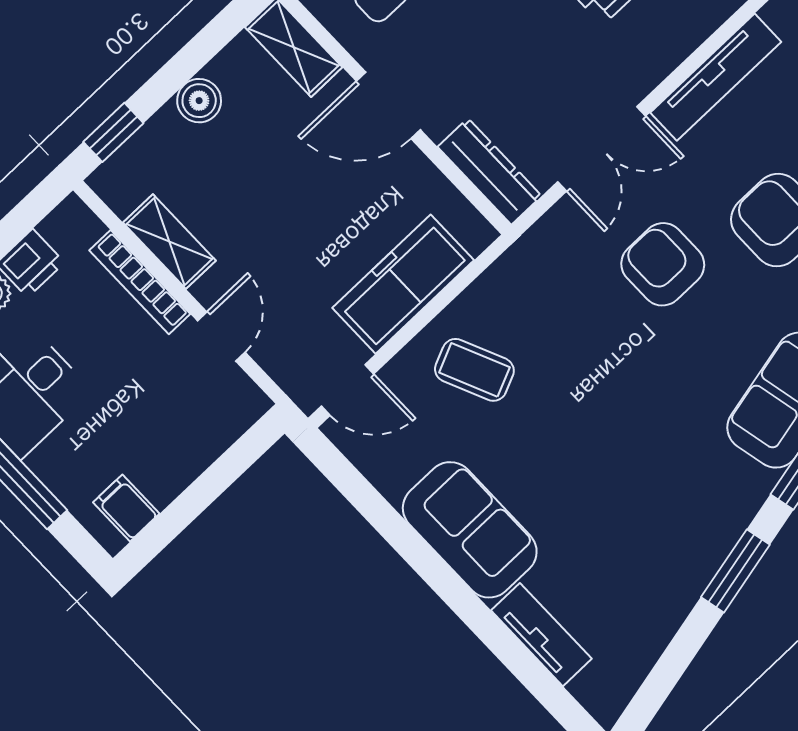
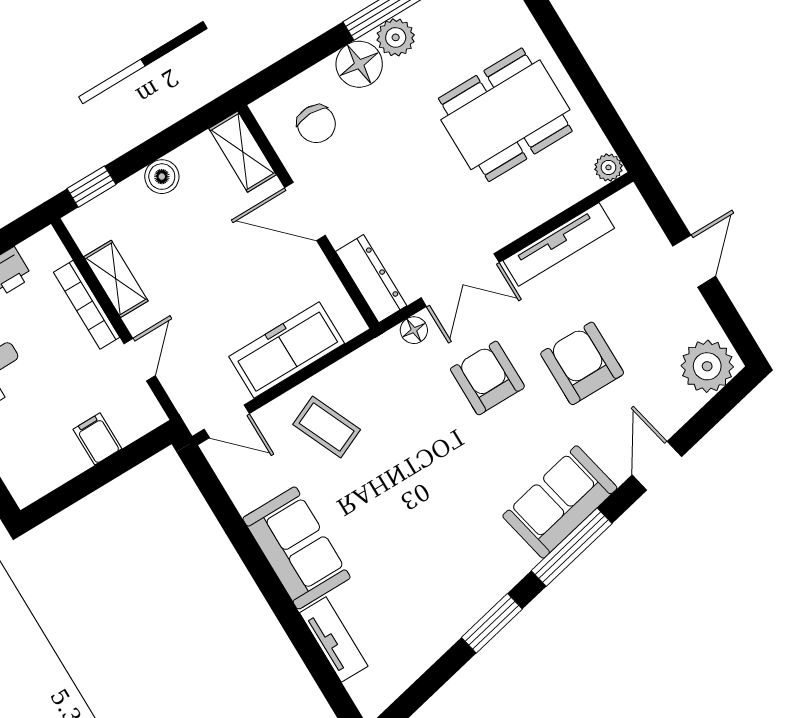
floor lamp: (557, 224) -> (414, 330), added
filing cabinet: (126, 508) -> (97, 439), moved

